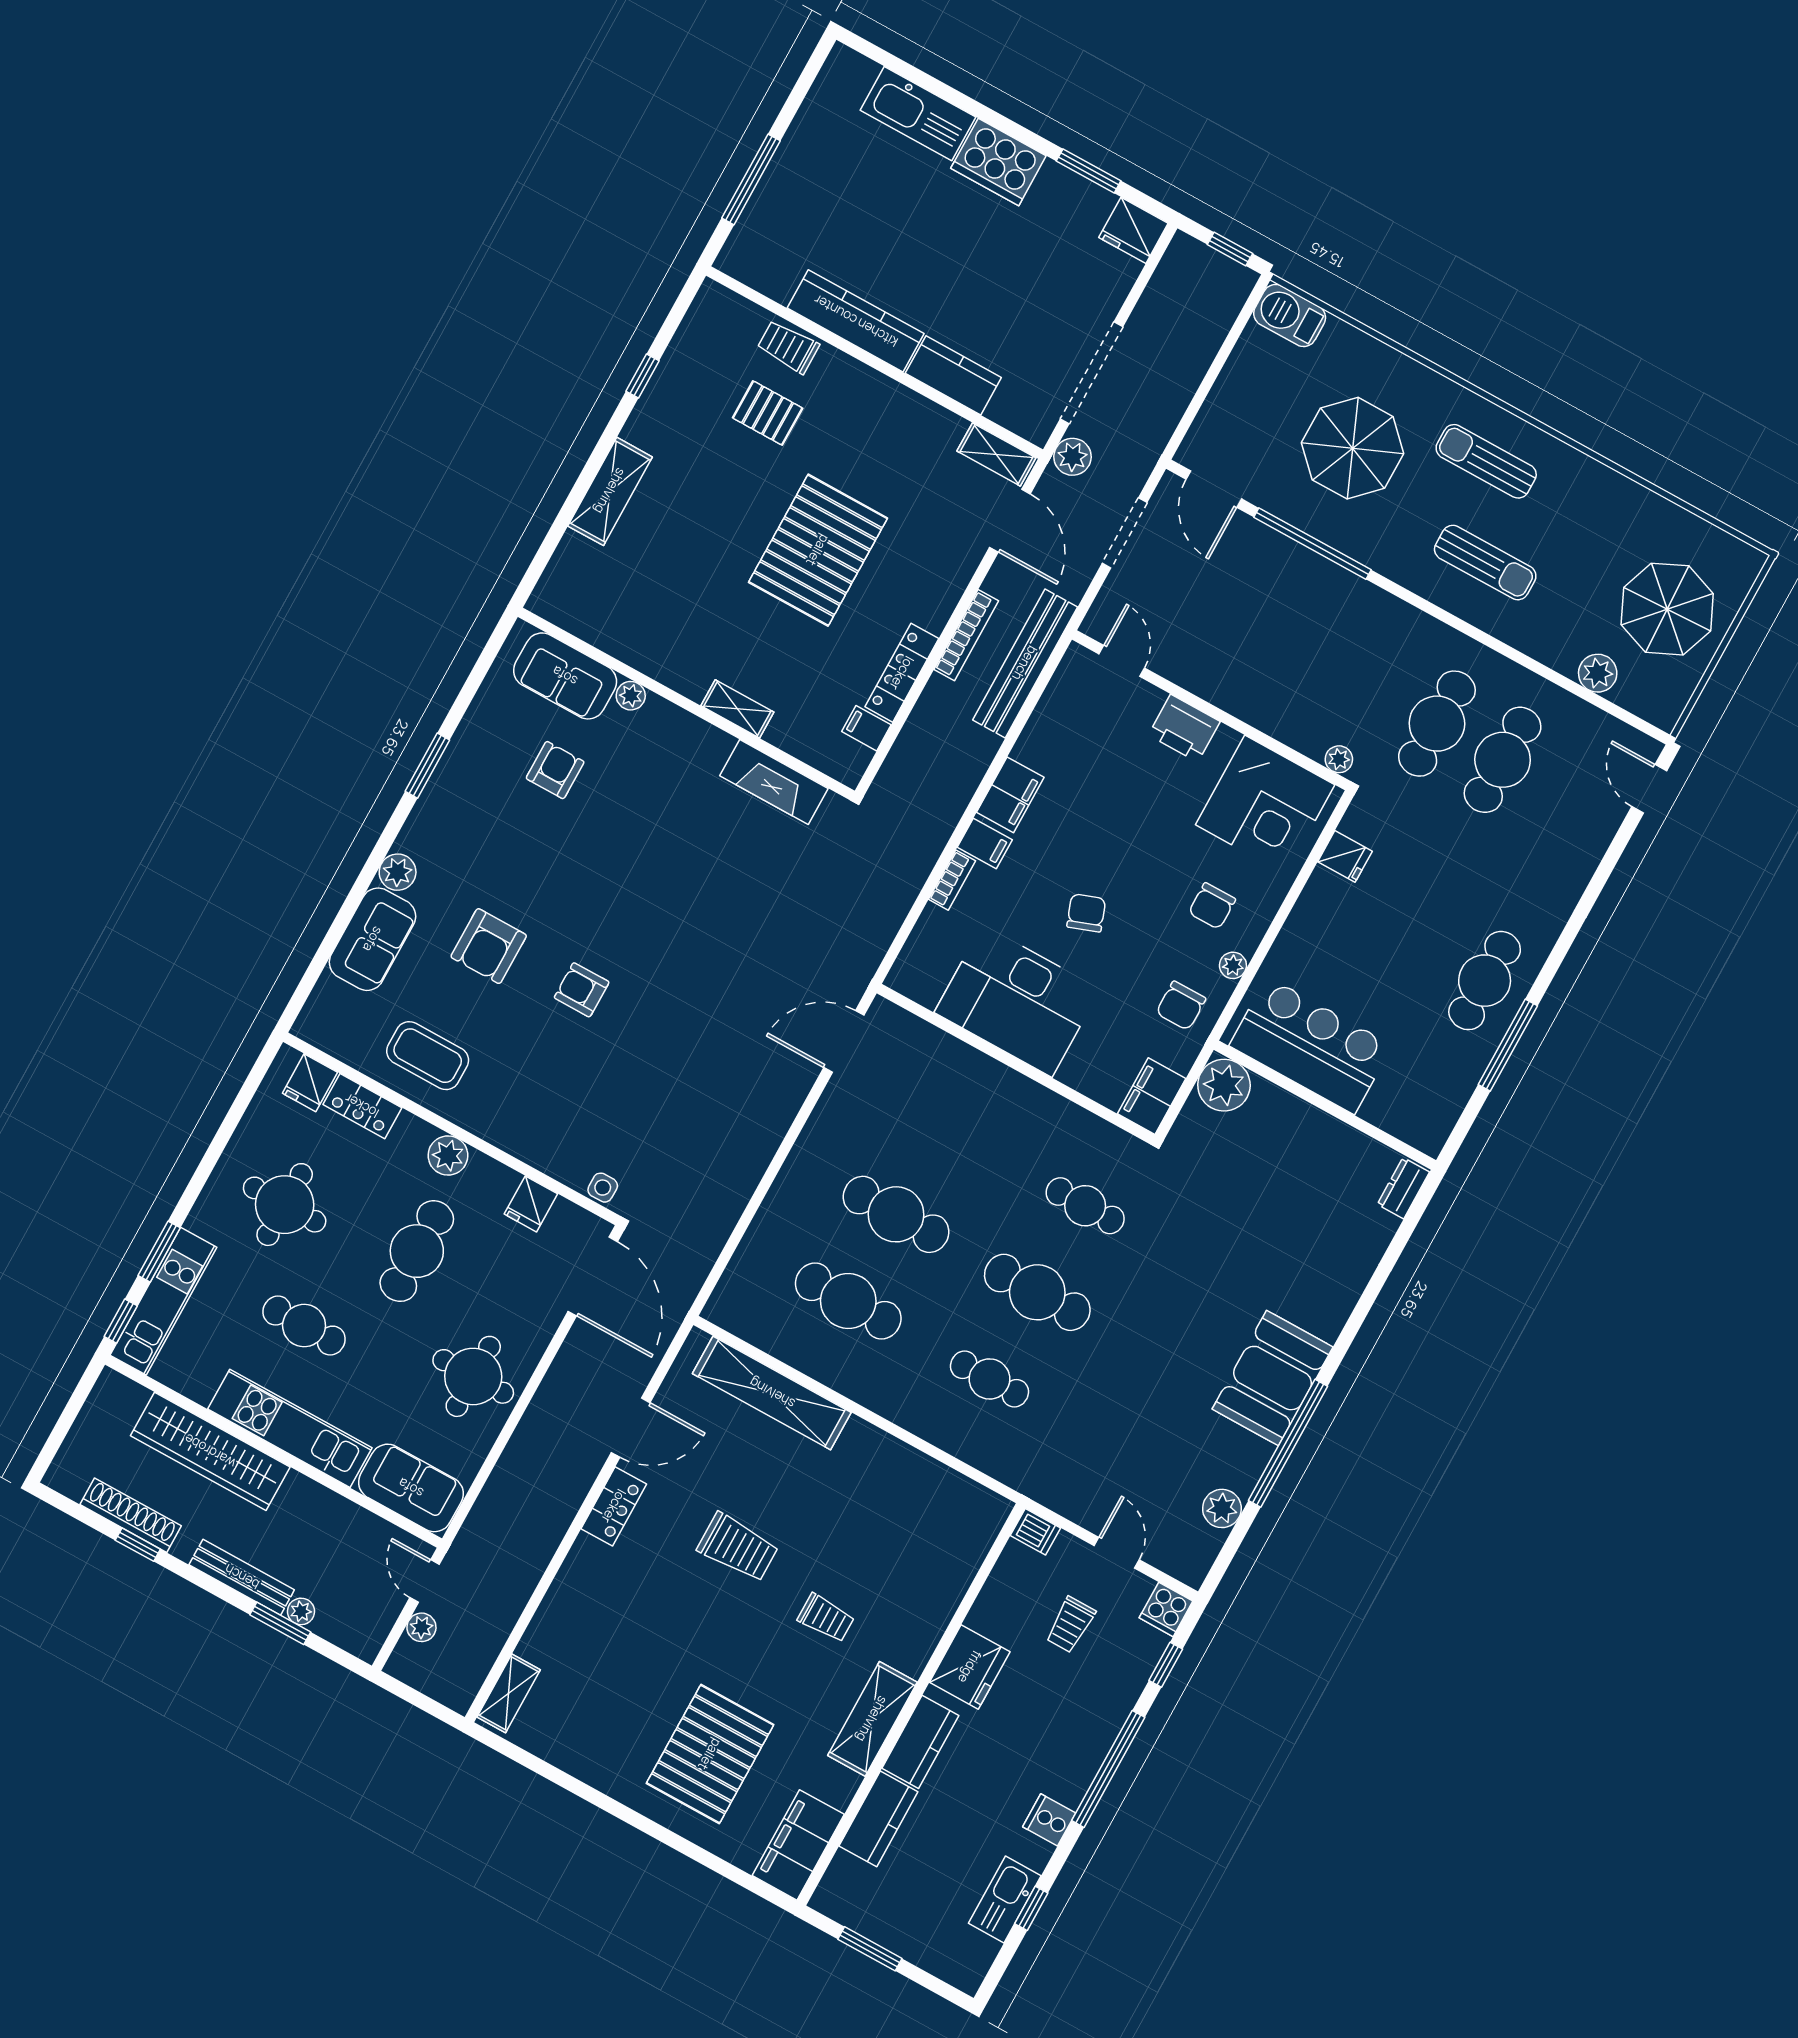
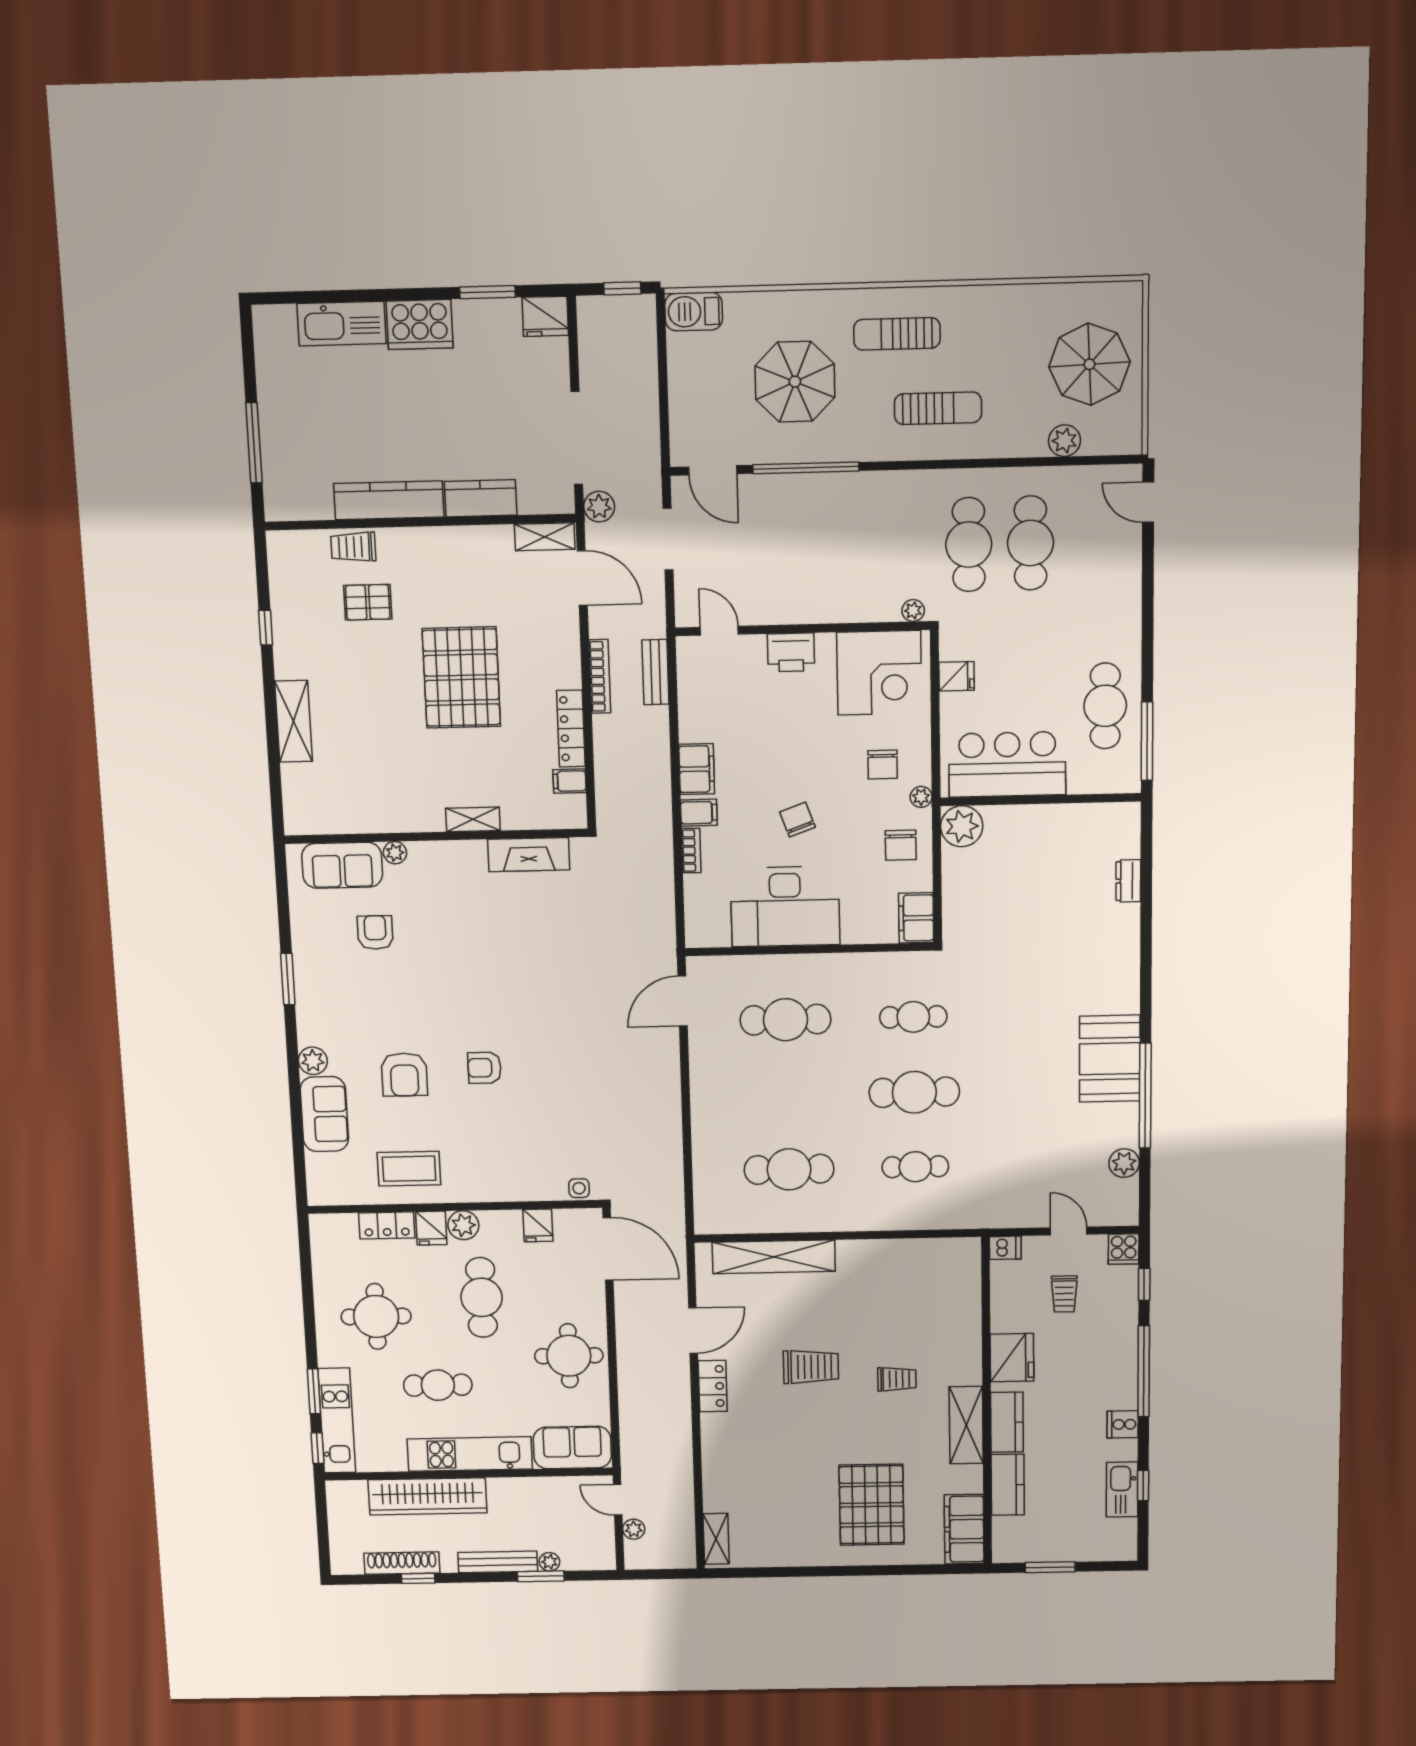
bench: (1025, 663) -> (655, 672), width x0.54, depth x0.82
bar counter: (1311, 1046) -> (1007, 764), moved
fridge: (310, 1083) -> (431, 1228), moved
plant: (1224, 1085) -> (962, 826), moved
wall: (1325, 1105) -> (1041, 800), moved
cafe table: (896, 1214) -> (785, 1020), moved

